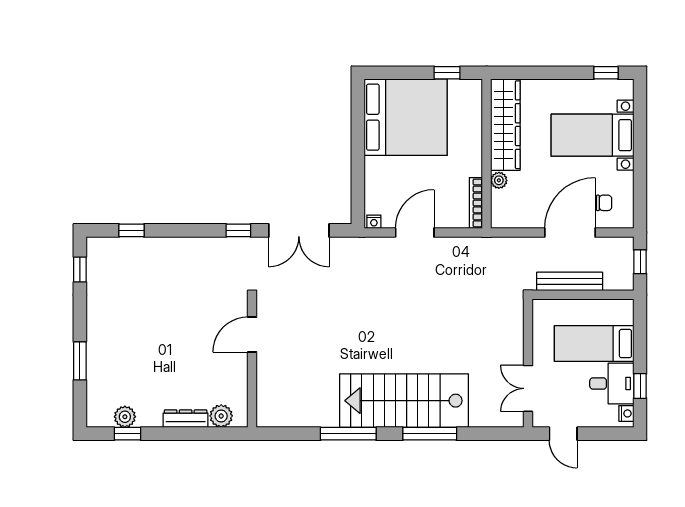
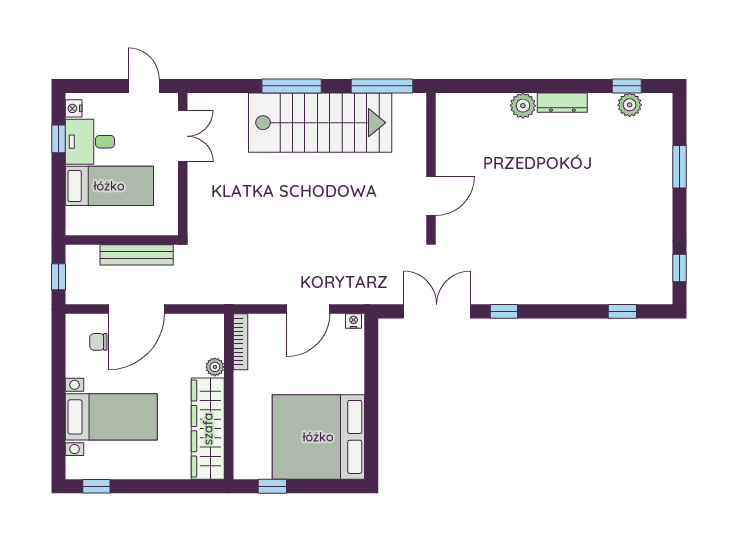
door: (252, 335) -> (431, 196), moved
wall: (252, 363) -> (431, 164), moved

